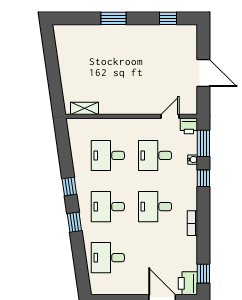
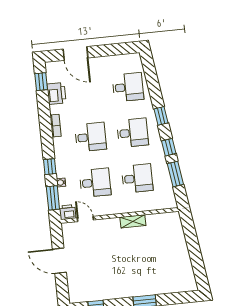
shelving: (85, 108) -> (133, 221), moved
door: (170, 116) -> (85, 219), swing flipped
window: (65, 156) -> (175, 174), added
printer: (188, 283) -> (56, 93), moved

